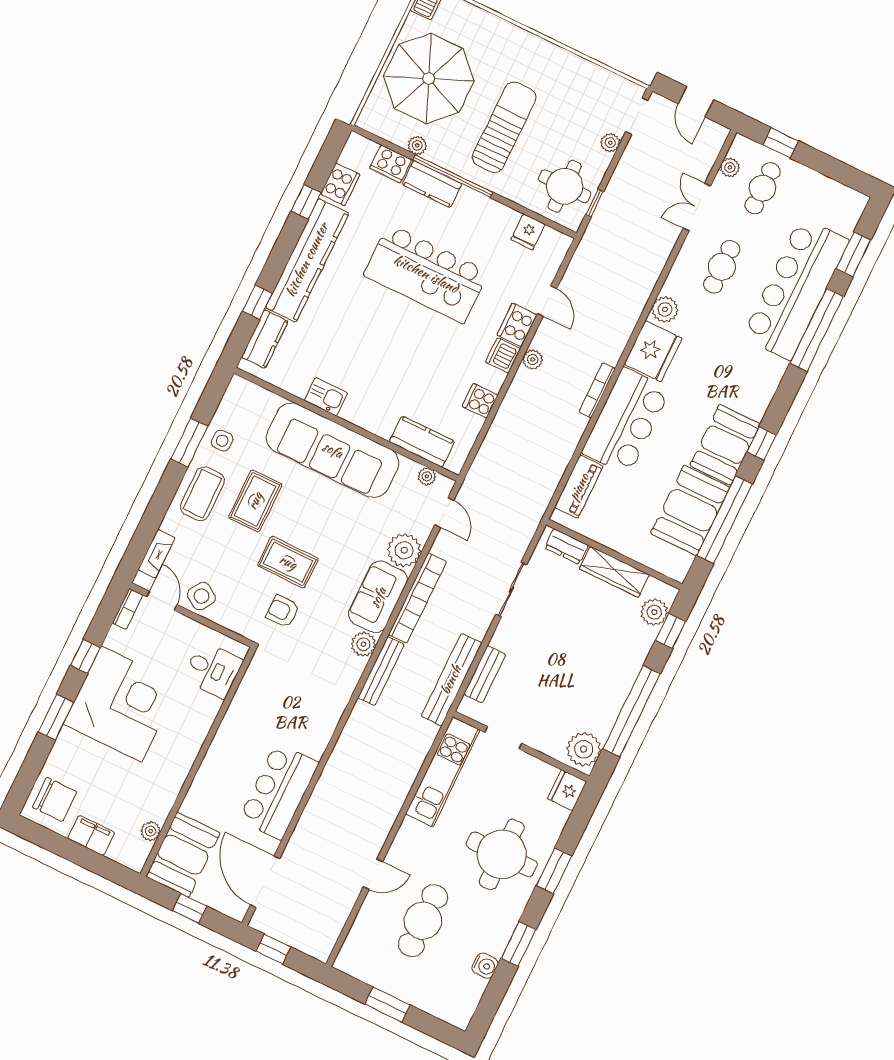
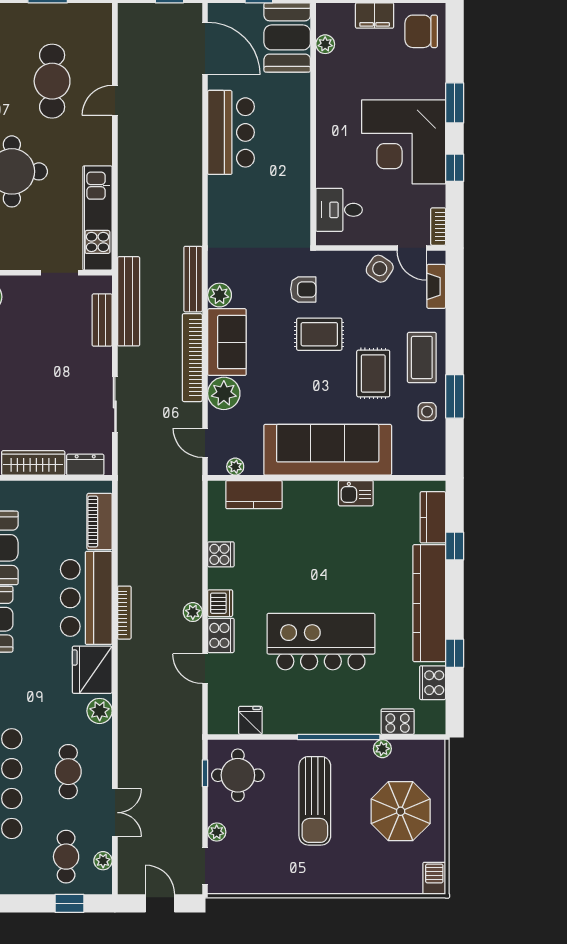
parasol: (429, 79) -> (401, 811), width x0.73, depth x0.73
kitchen counter: (432, 184) -> (353, 721), removed

